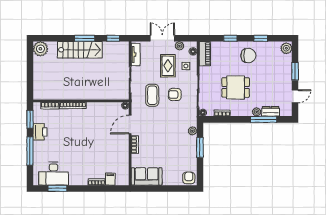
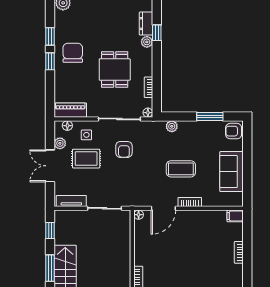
window: (230, 38) -> (50, 61), moved
coffee table: (152, 95) -> (181, 169), moved
window: (264, 119) -> (157, 33), width x0.46
door: (130, 125) -> (163, 208), hinge flipped
window: (200, 147) -> (210, 116), moved
sofa: (147, 176) -> (232, 172), moved
filing cabinet: (110, 179) -> (235, 216), moved

